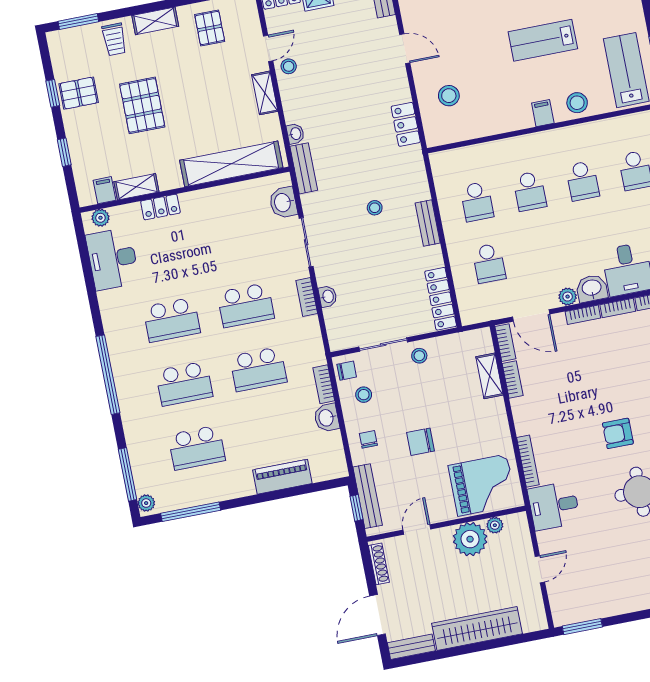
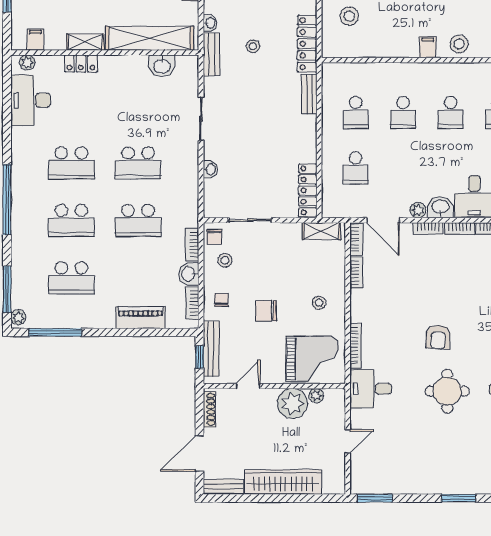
locker: (406, 124) -> (307, 44), width x1.53
shelving: (136, 187) -> (85, 42), moved
washbasin: (283, 202) -> (162, 66), moved, turned -90
stool: (375, 208) -> (253, 46), moved
bench: (428, 223) -> (309, 94), moved
bookcase: (307, 297) -> (192, 303), moved
stool: (419, 356) -> (319, 303), moved
chair: (347, 371) -> (214, 237), turned 90
shelving: (489, 376) -> (321, 231), moved, turned 90
armchair: (618, 433) -> (438, 337), turned -87

